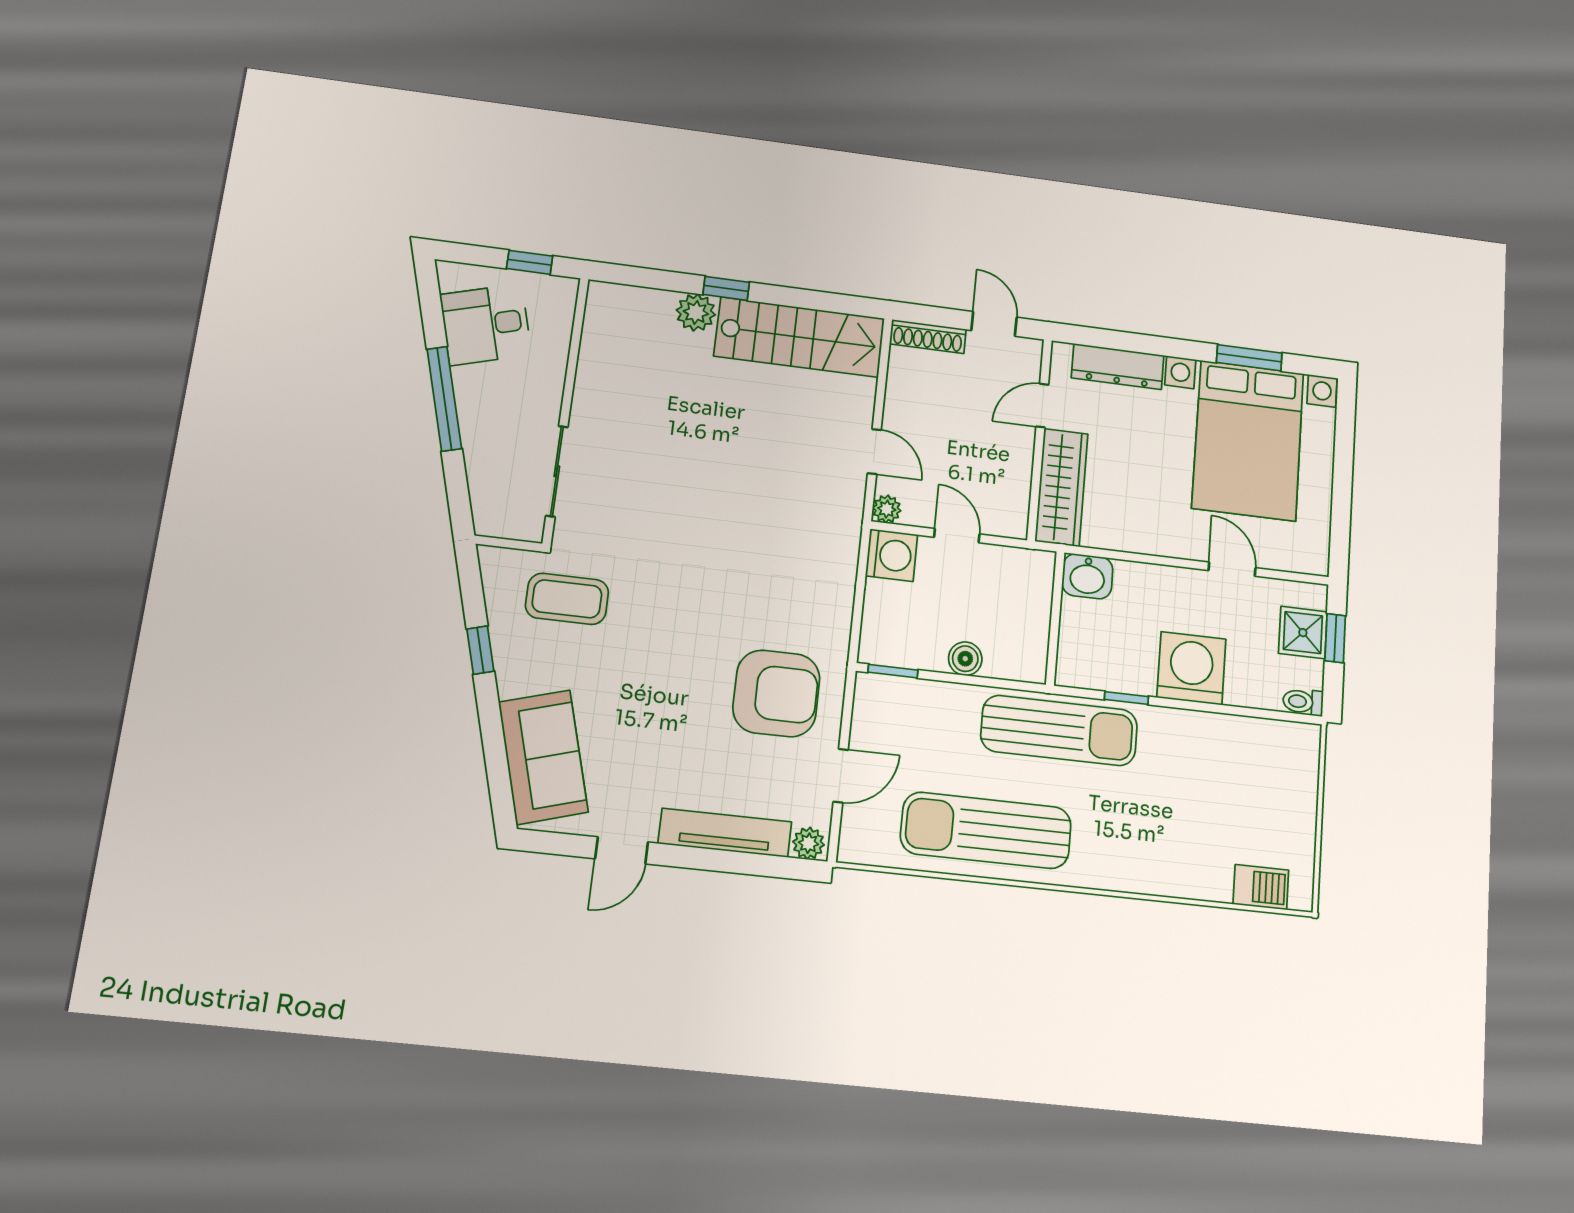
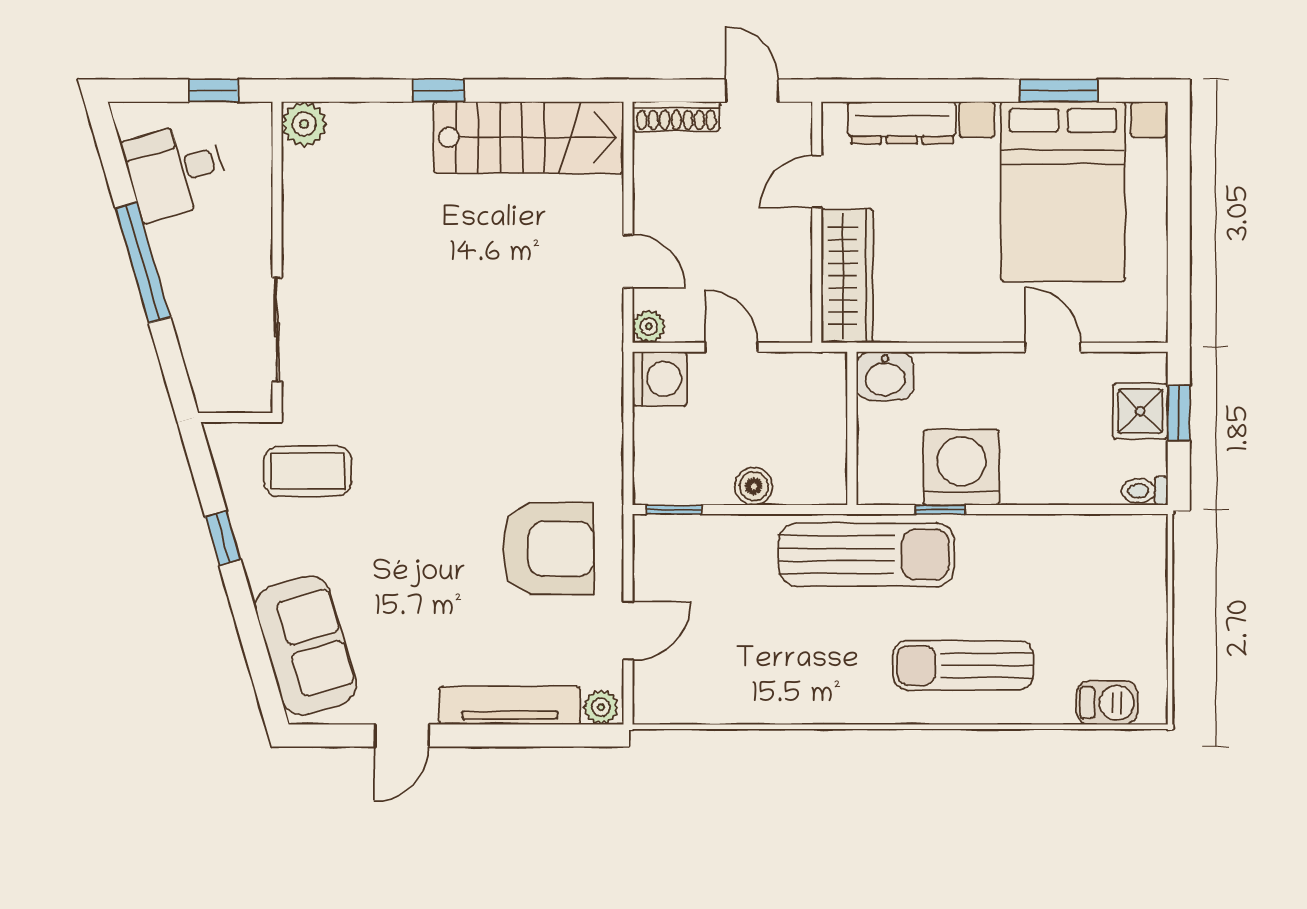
plant: (696, 312) -> (304, 124), moved
washing machine: (1191, 668) -> (961, 467), moved
sun lounger: (986, 830) -> (963, 665), moved, width x0.73, depth x0.75

